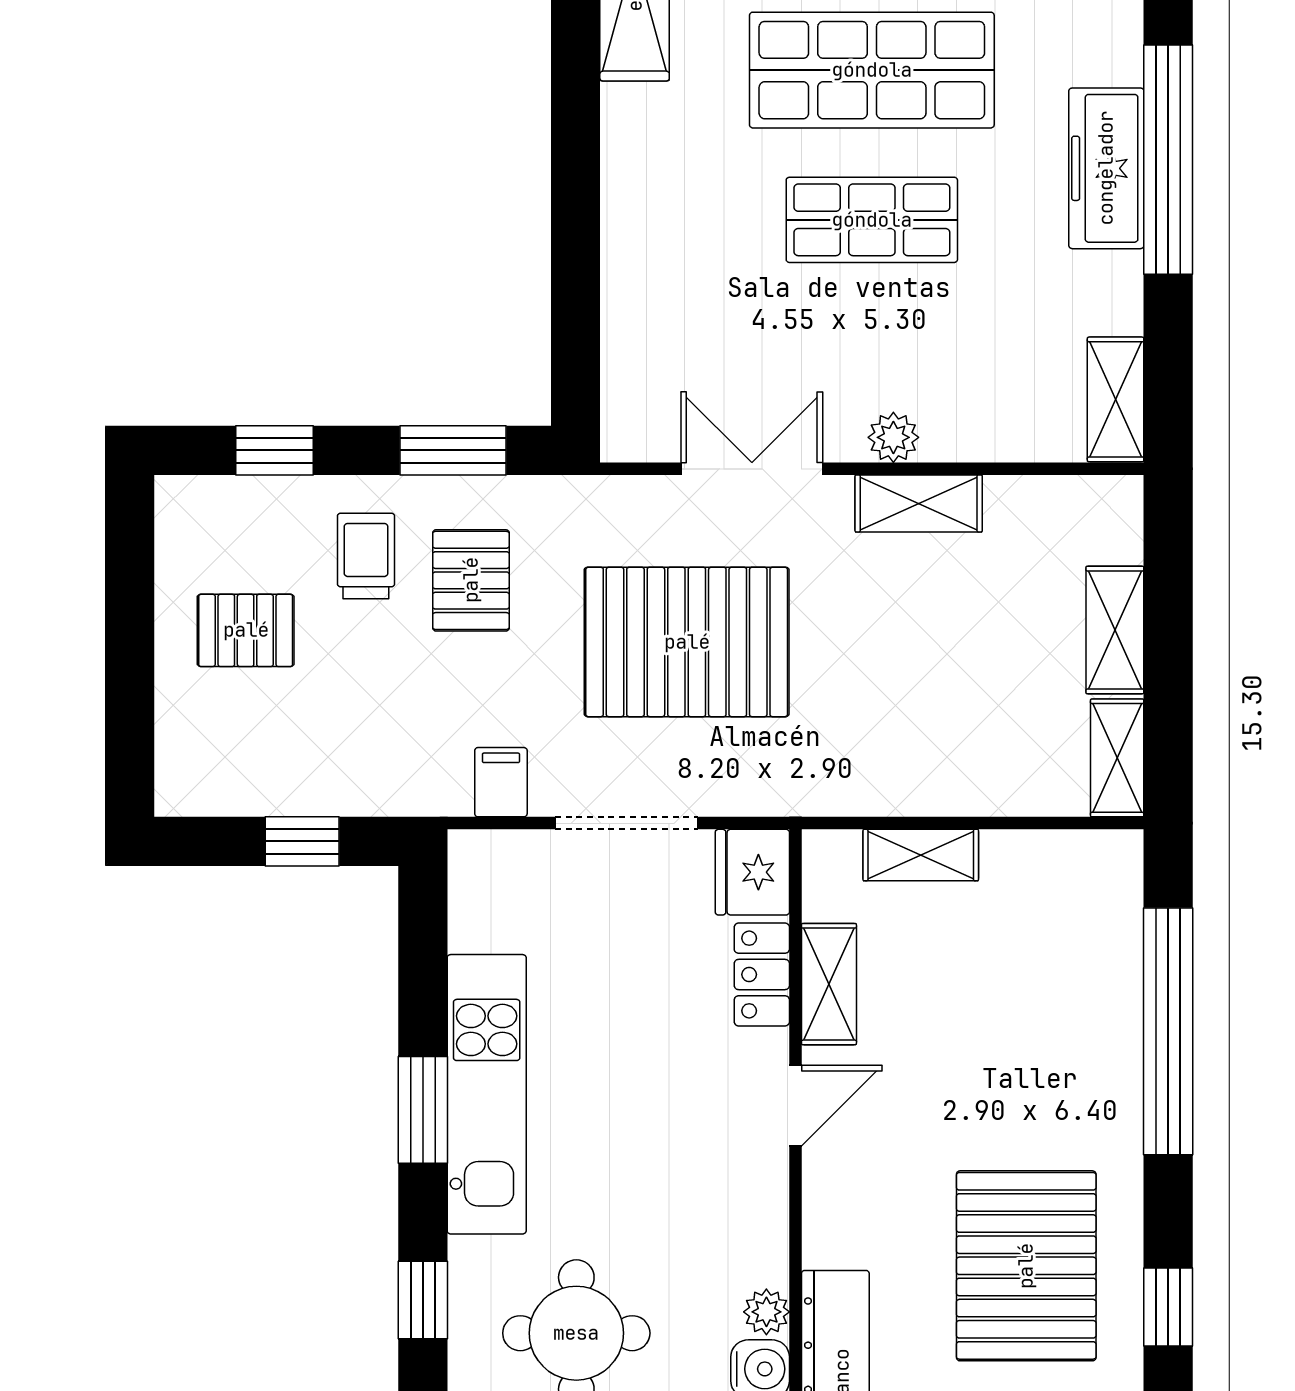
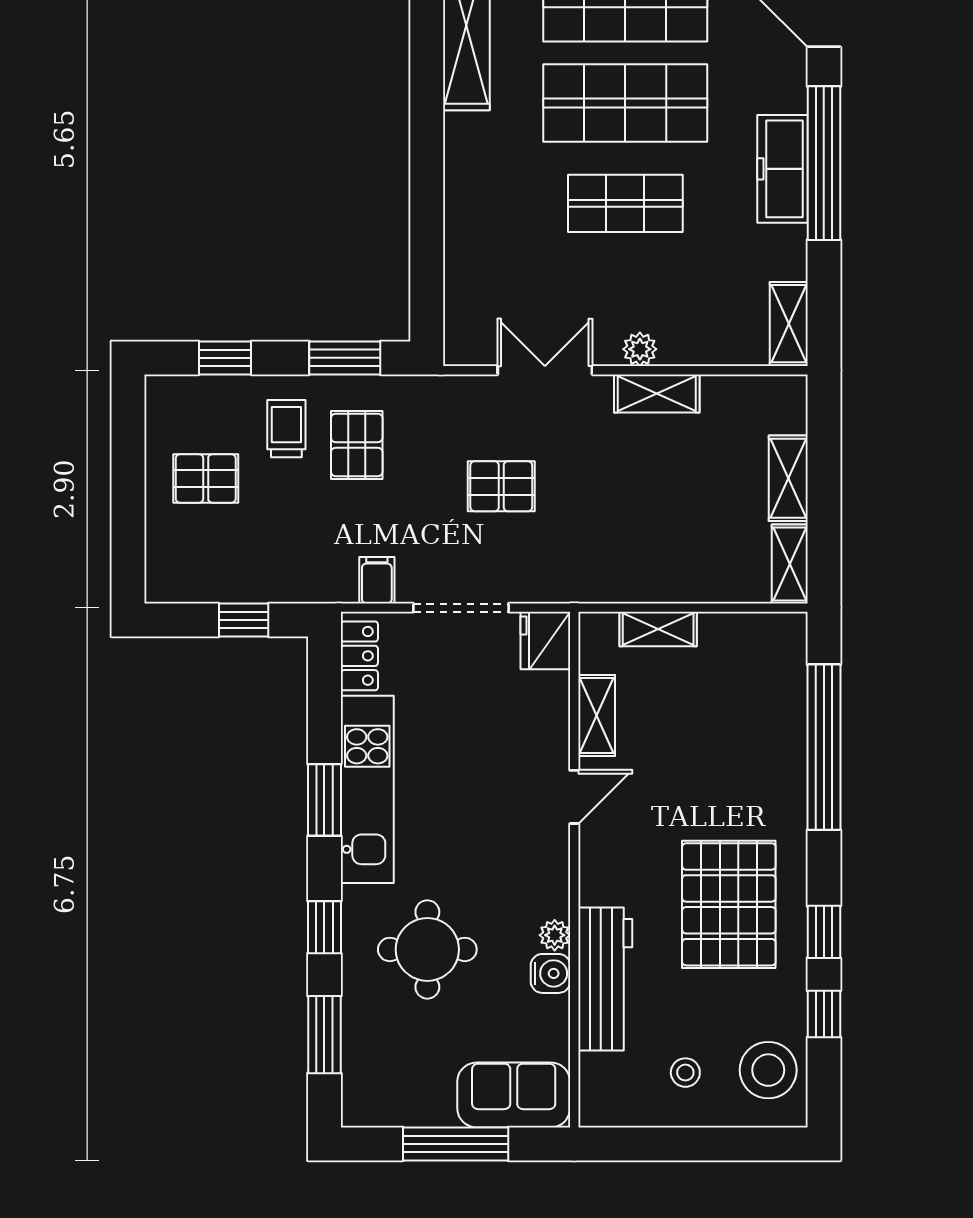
pallet: (687, 642) -> (501, 486), width x0.49, depth x0.50
locker: (762, 975) -> (359, 656), moved, turned 180

